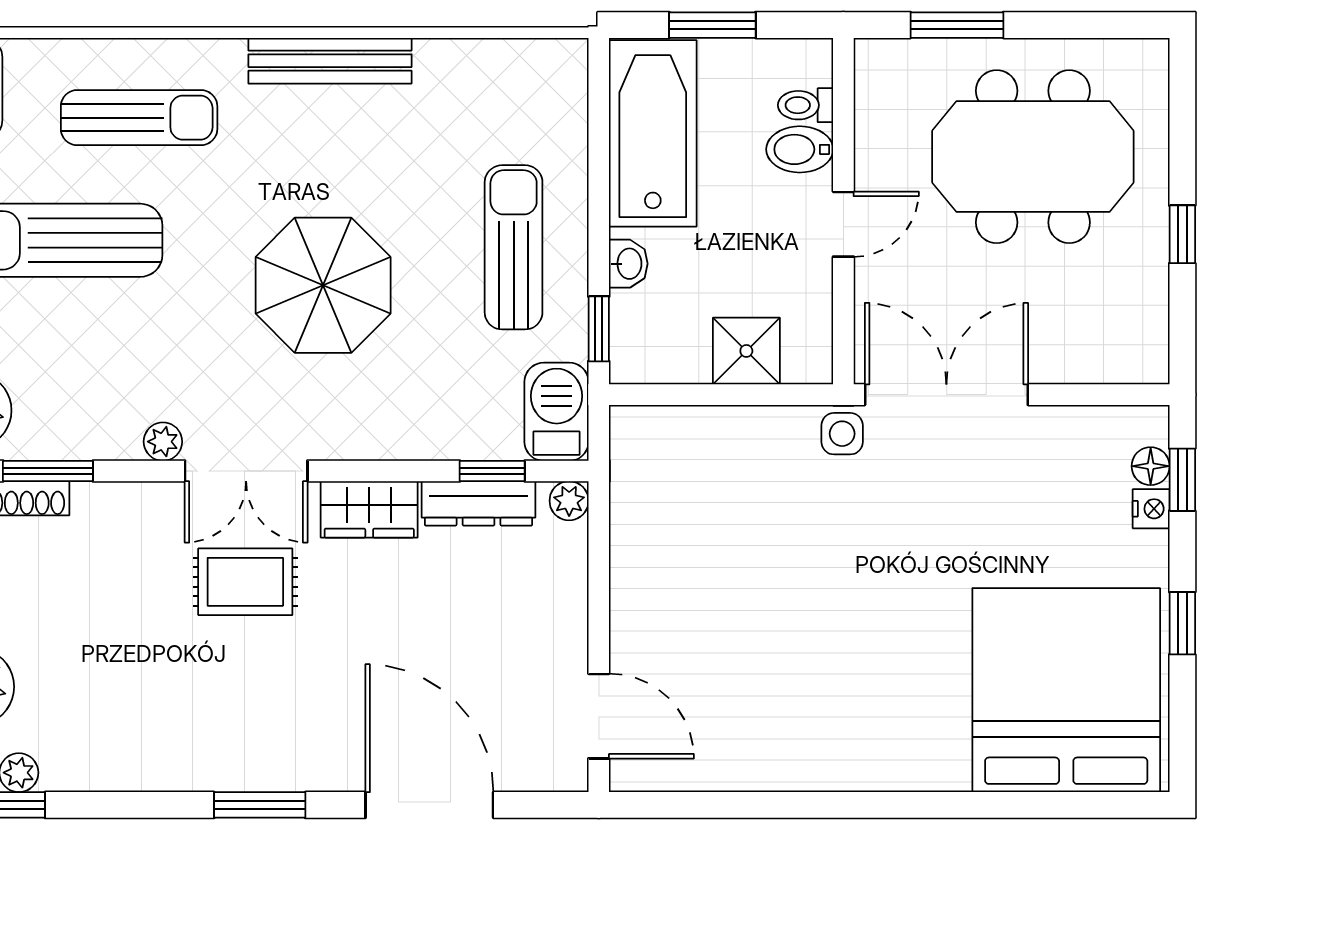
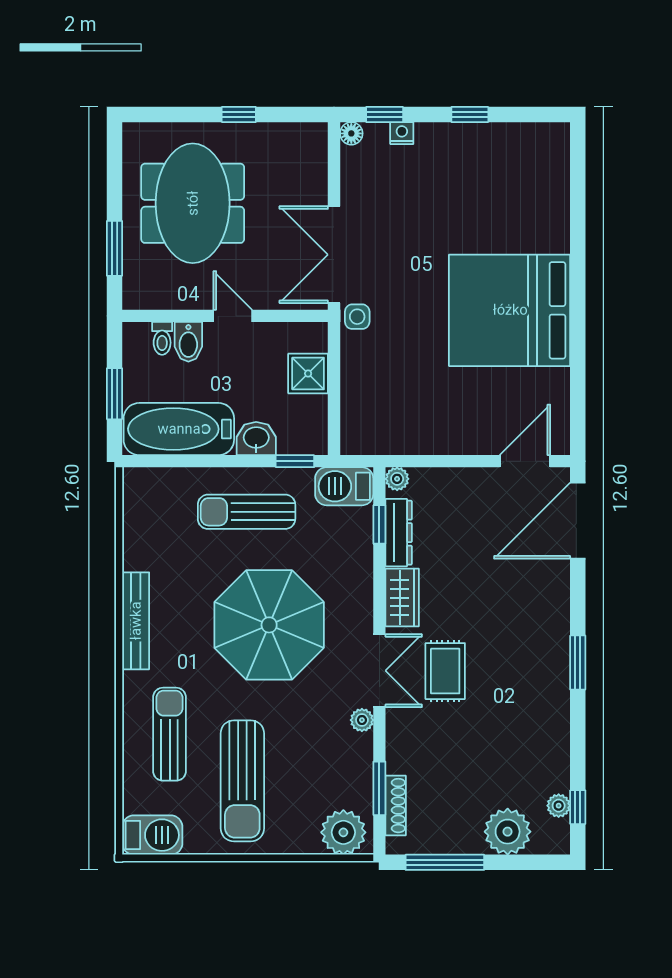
washbasin: (628, 264) -> (256, 439), width x1.38, depth x1.45
parasol: (323, 285) -> (269, 625), width x1.36, depth x1.36
floor lamp: (1151, 466) -> (351, 133), moved
bed: (1066, 690) -> (510, 310), moved
door: (429, 805) -> (578, 521), moved

